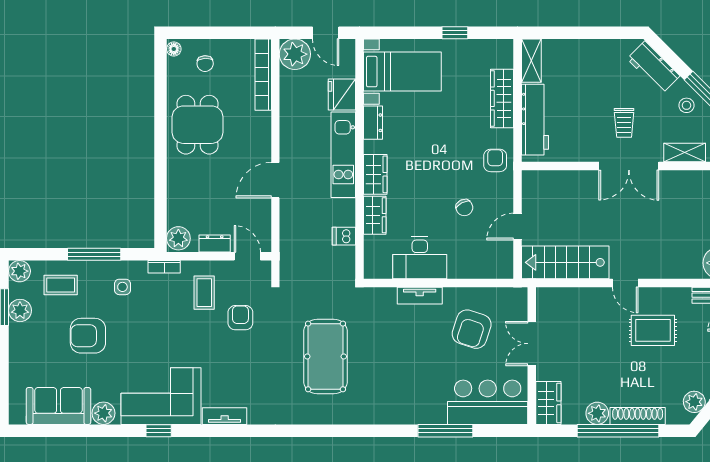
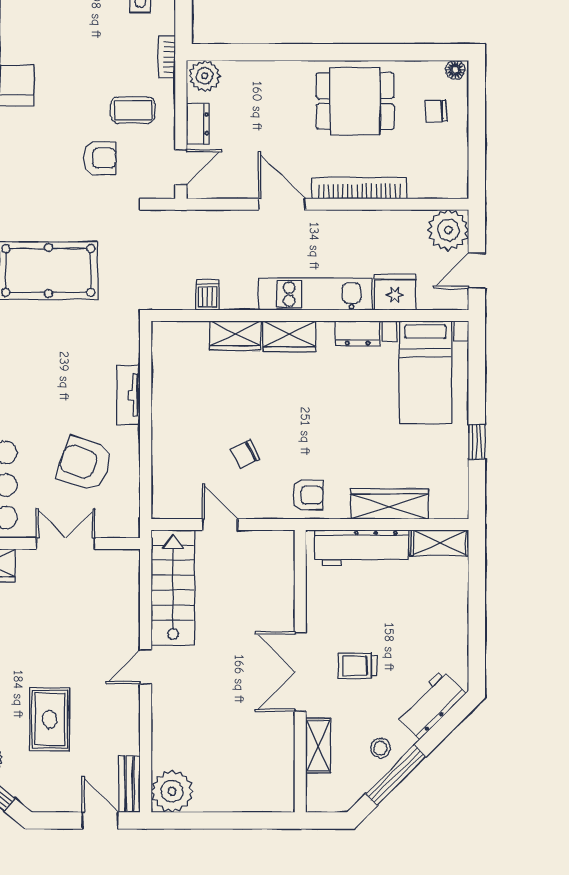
bookcase: (263, 75) -> (360, 188), moved
desk: (420, 258) -> (179, 395), removed
rug: (653, 330) -> (50, 719), moved

